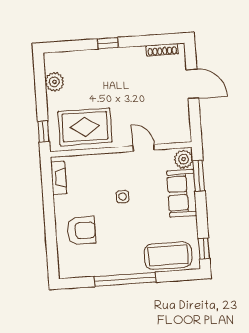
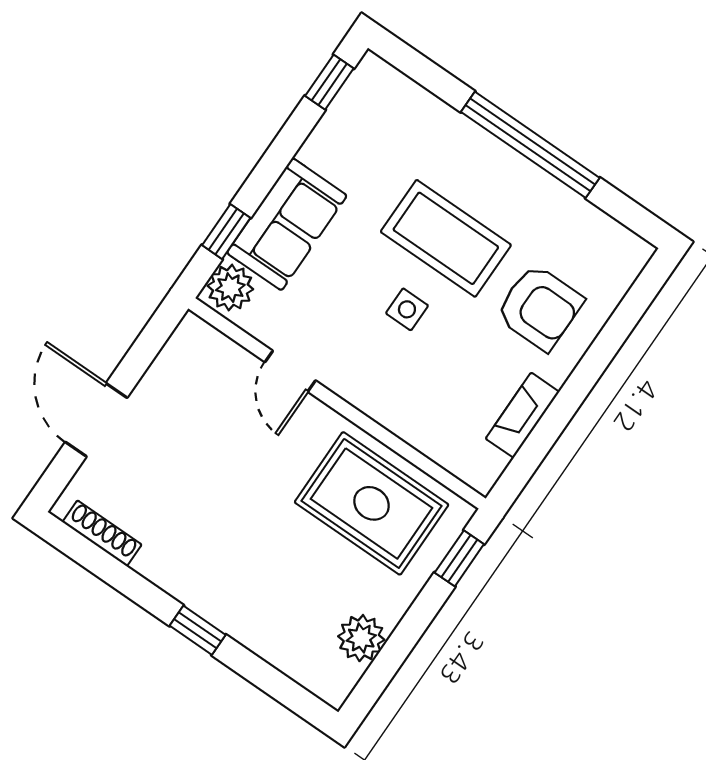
window: (199, 176) -> (226, 232), width x0.67
fireplace: (59, 178) -> (522, 415), moved
armchair: (81, 231) -> (540, 307), turned 180
coffee table: (168, 256) -> (446, 238), moved

